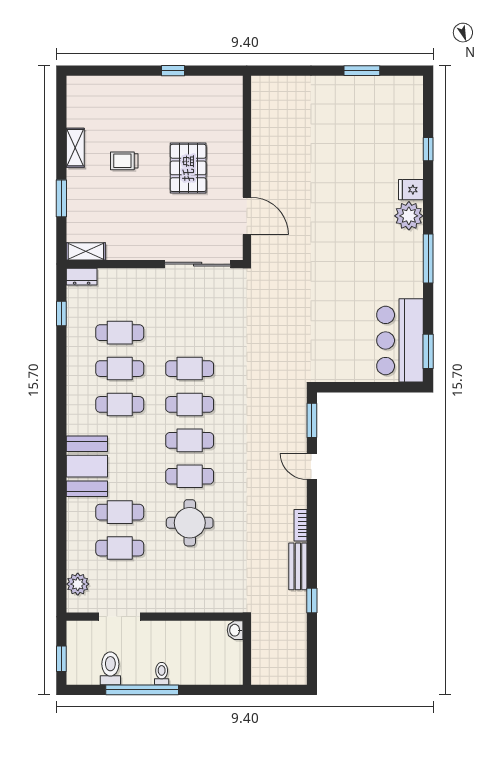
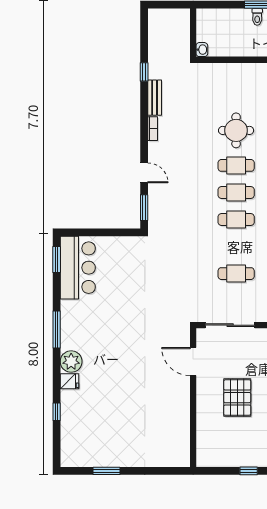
cafe table: (190, 369) -> (236, 274), moved

